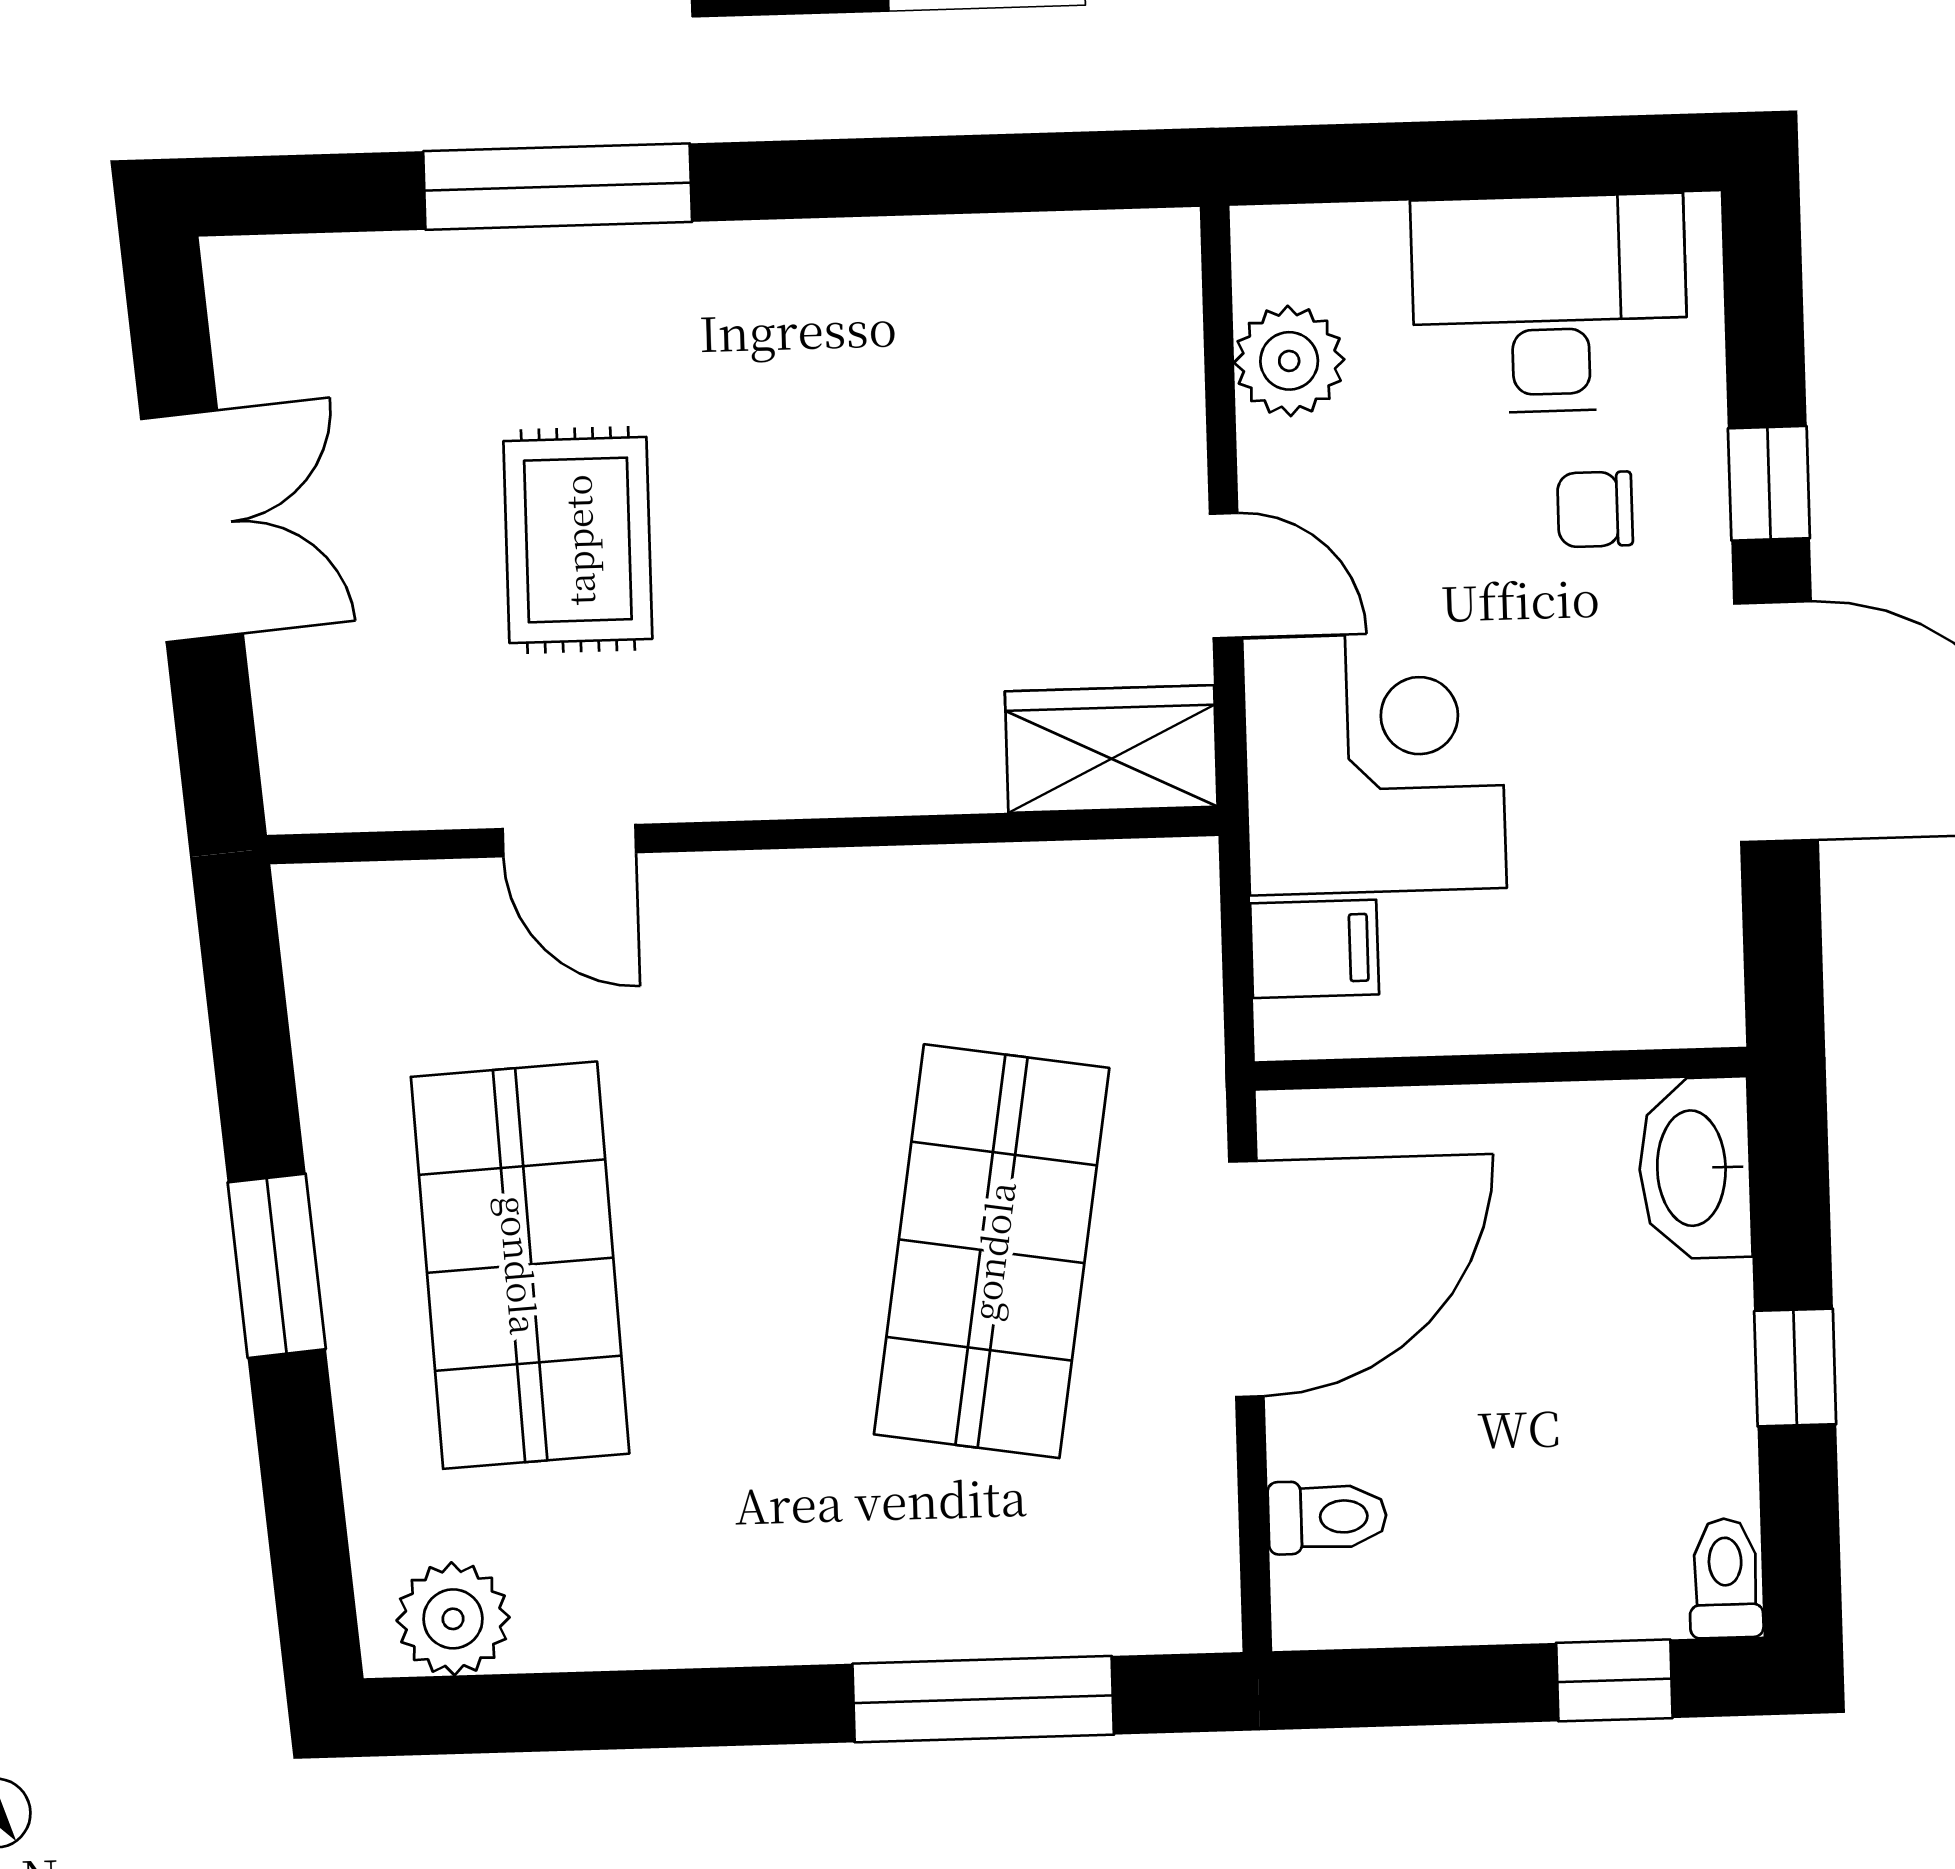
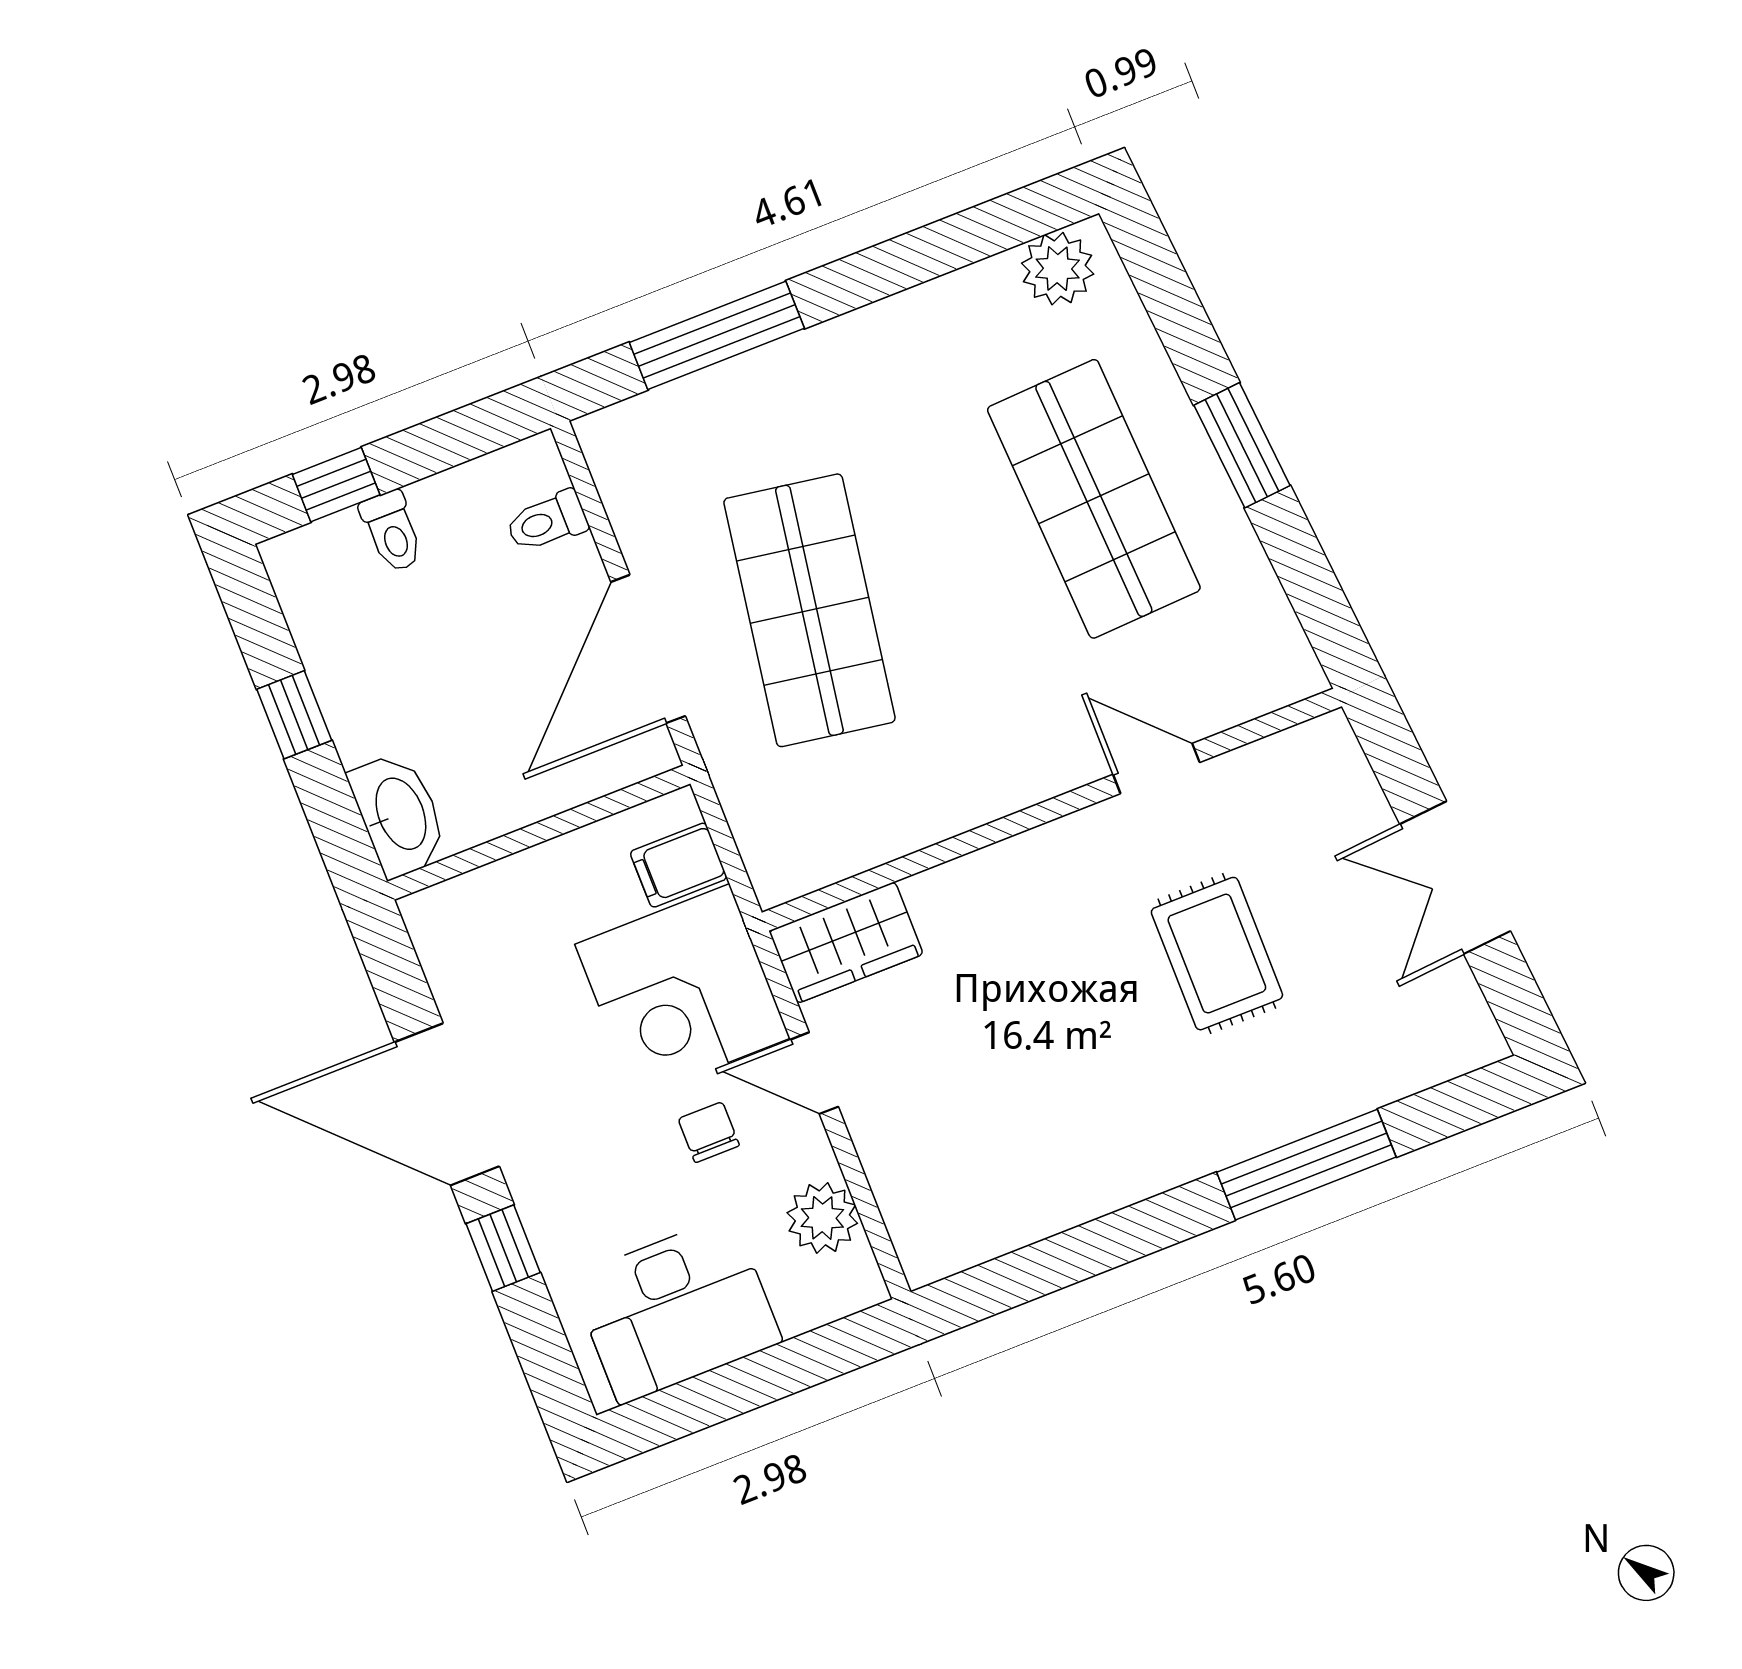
chair: (1595, 509) -> (709, 1132), moved, turned -90
toilet: (1726, 1578) -> (392, 531), moved

